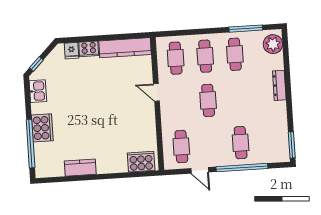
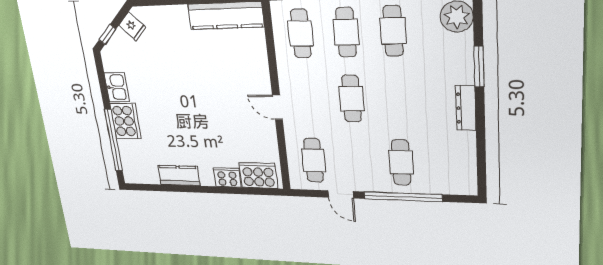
cooker: (89, 49) -> (227, 178), moved, turned 180
fridge: (71, 51) -> (132, 26), moved, turned -45
dresser: (279, 85) -> (466, 108), moved
kitchen sink: (38, 91) -> (117, 87), moved
door: (156, 92) -> (278, 107), moved
window: (292, 145) -> (479, 66), moved

